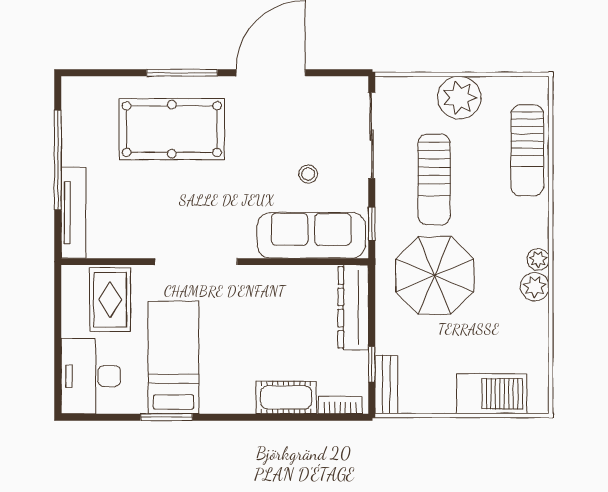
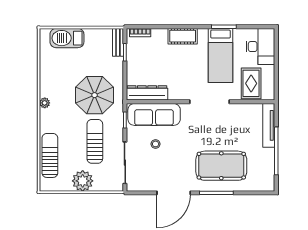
plant: (535, 287) -> (46, 90), removed
dresser: (353, 307) -> (147, 93), moved, turned -90
cot: (286, 398) -> (183, 36), moved

